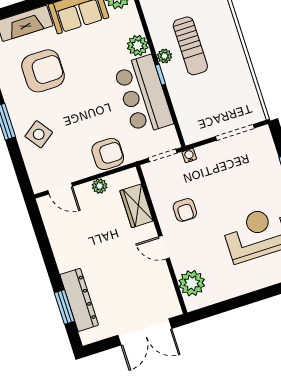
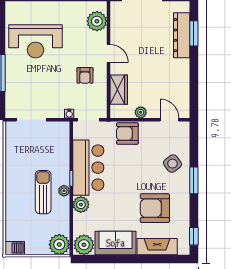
armchair: (185, 210) -> (85, 75), turned 180

